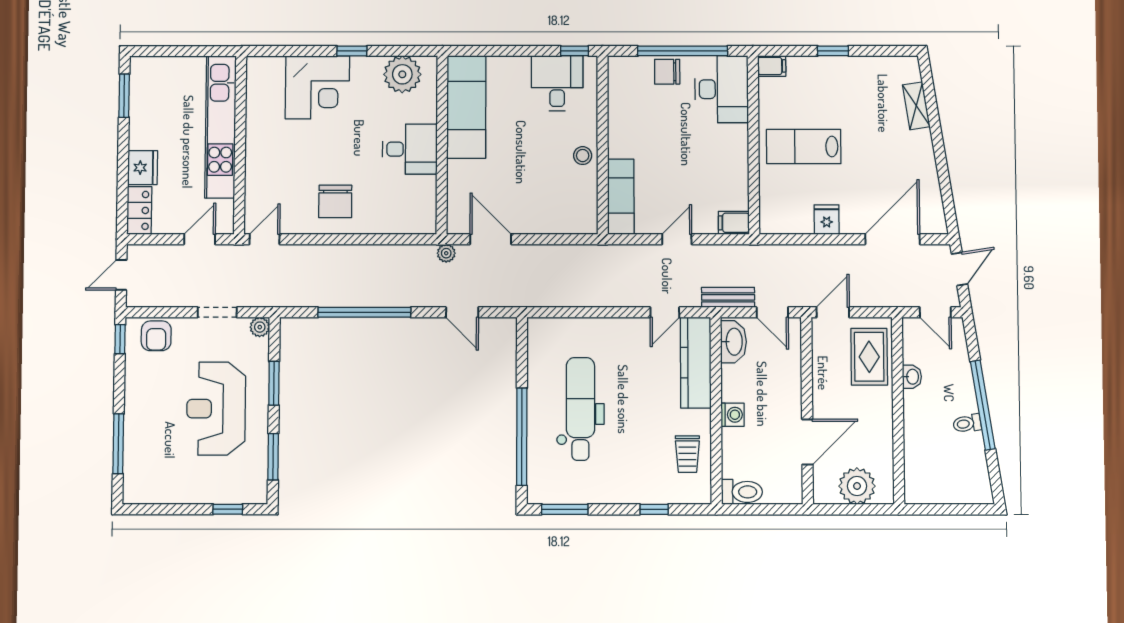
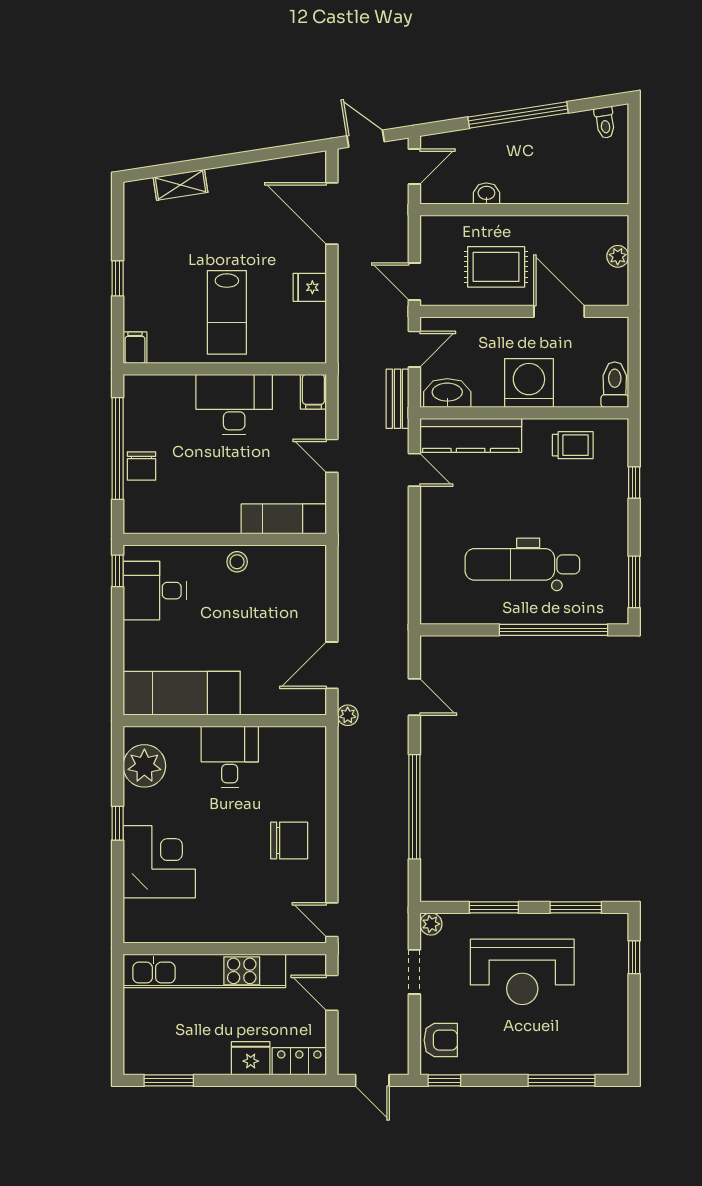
desk: (722, 89) -> (234, 405), moved
door: (462, 312) -> (414, 697), hinge flipped
rug: (869, 357) -> (496, 267), moved
washing machine: (733, 415) -> (529, 383), width x1.89, depth x1.89
toilet: (967, 424) -> (605, 123), moved
plant: (857, 486) -> (618, 256), width x0.53, depth x0.53

